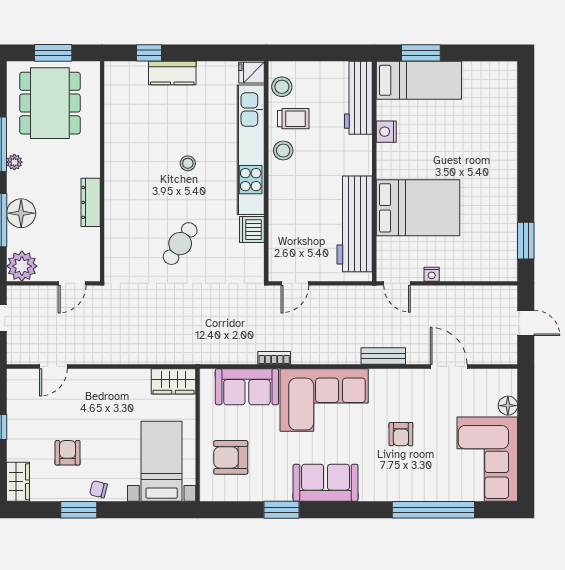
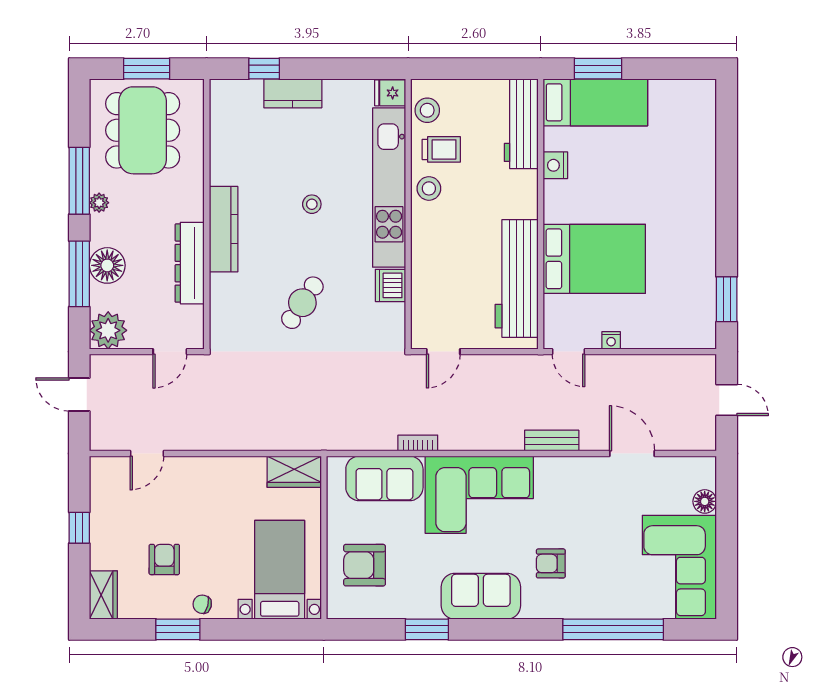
kitchen counter: (116, 184) -> (224, 229), added
dresser: (91, 202) -> (190, 263), width x1.37, depth x1.24
armchair: (401, 434) -> (551, 563), moved, turned 90

